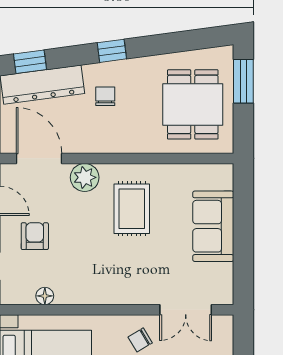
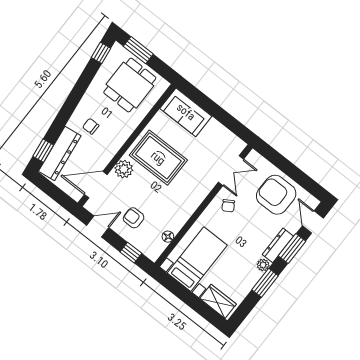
window: (112, 51) -> (101, 53), moved
dining table: (193, 104) -> (130, 85), turned 90
rug: (132, 209) -> (158, 158), width x1.36, depth x1.43
sofa: (213, 226) -> (186, 112), moved

